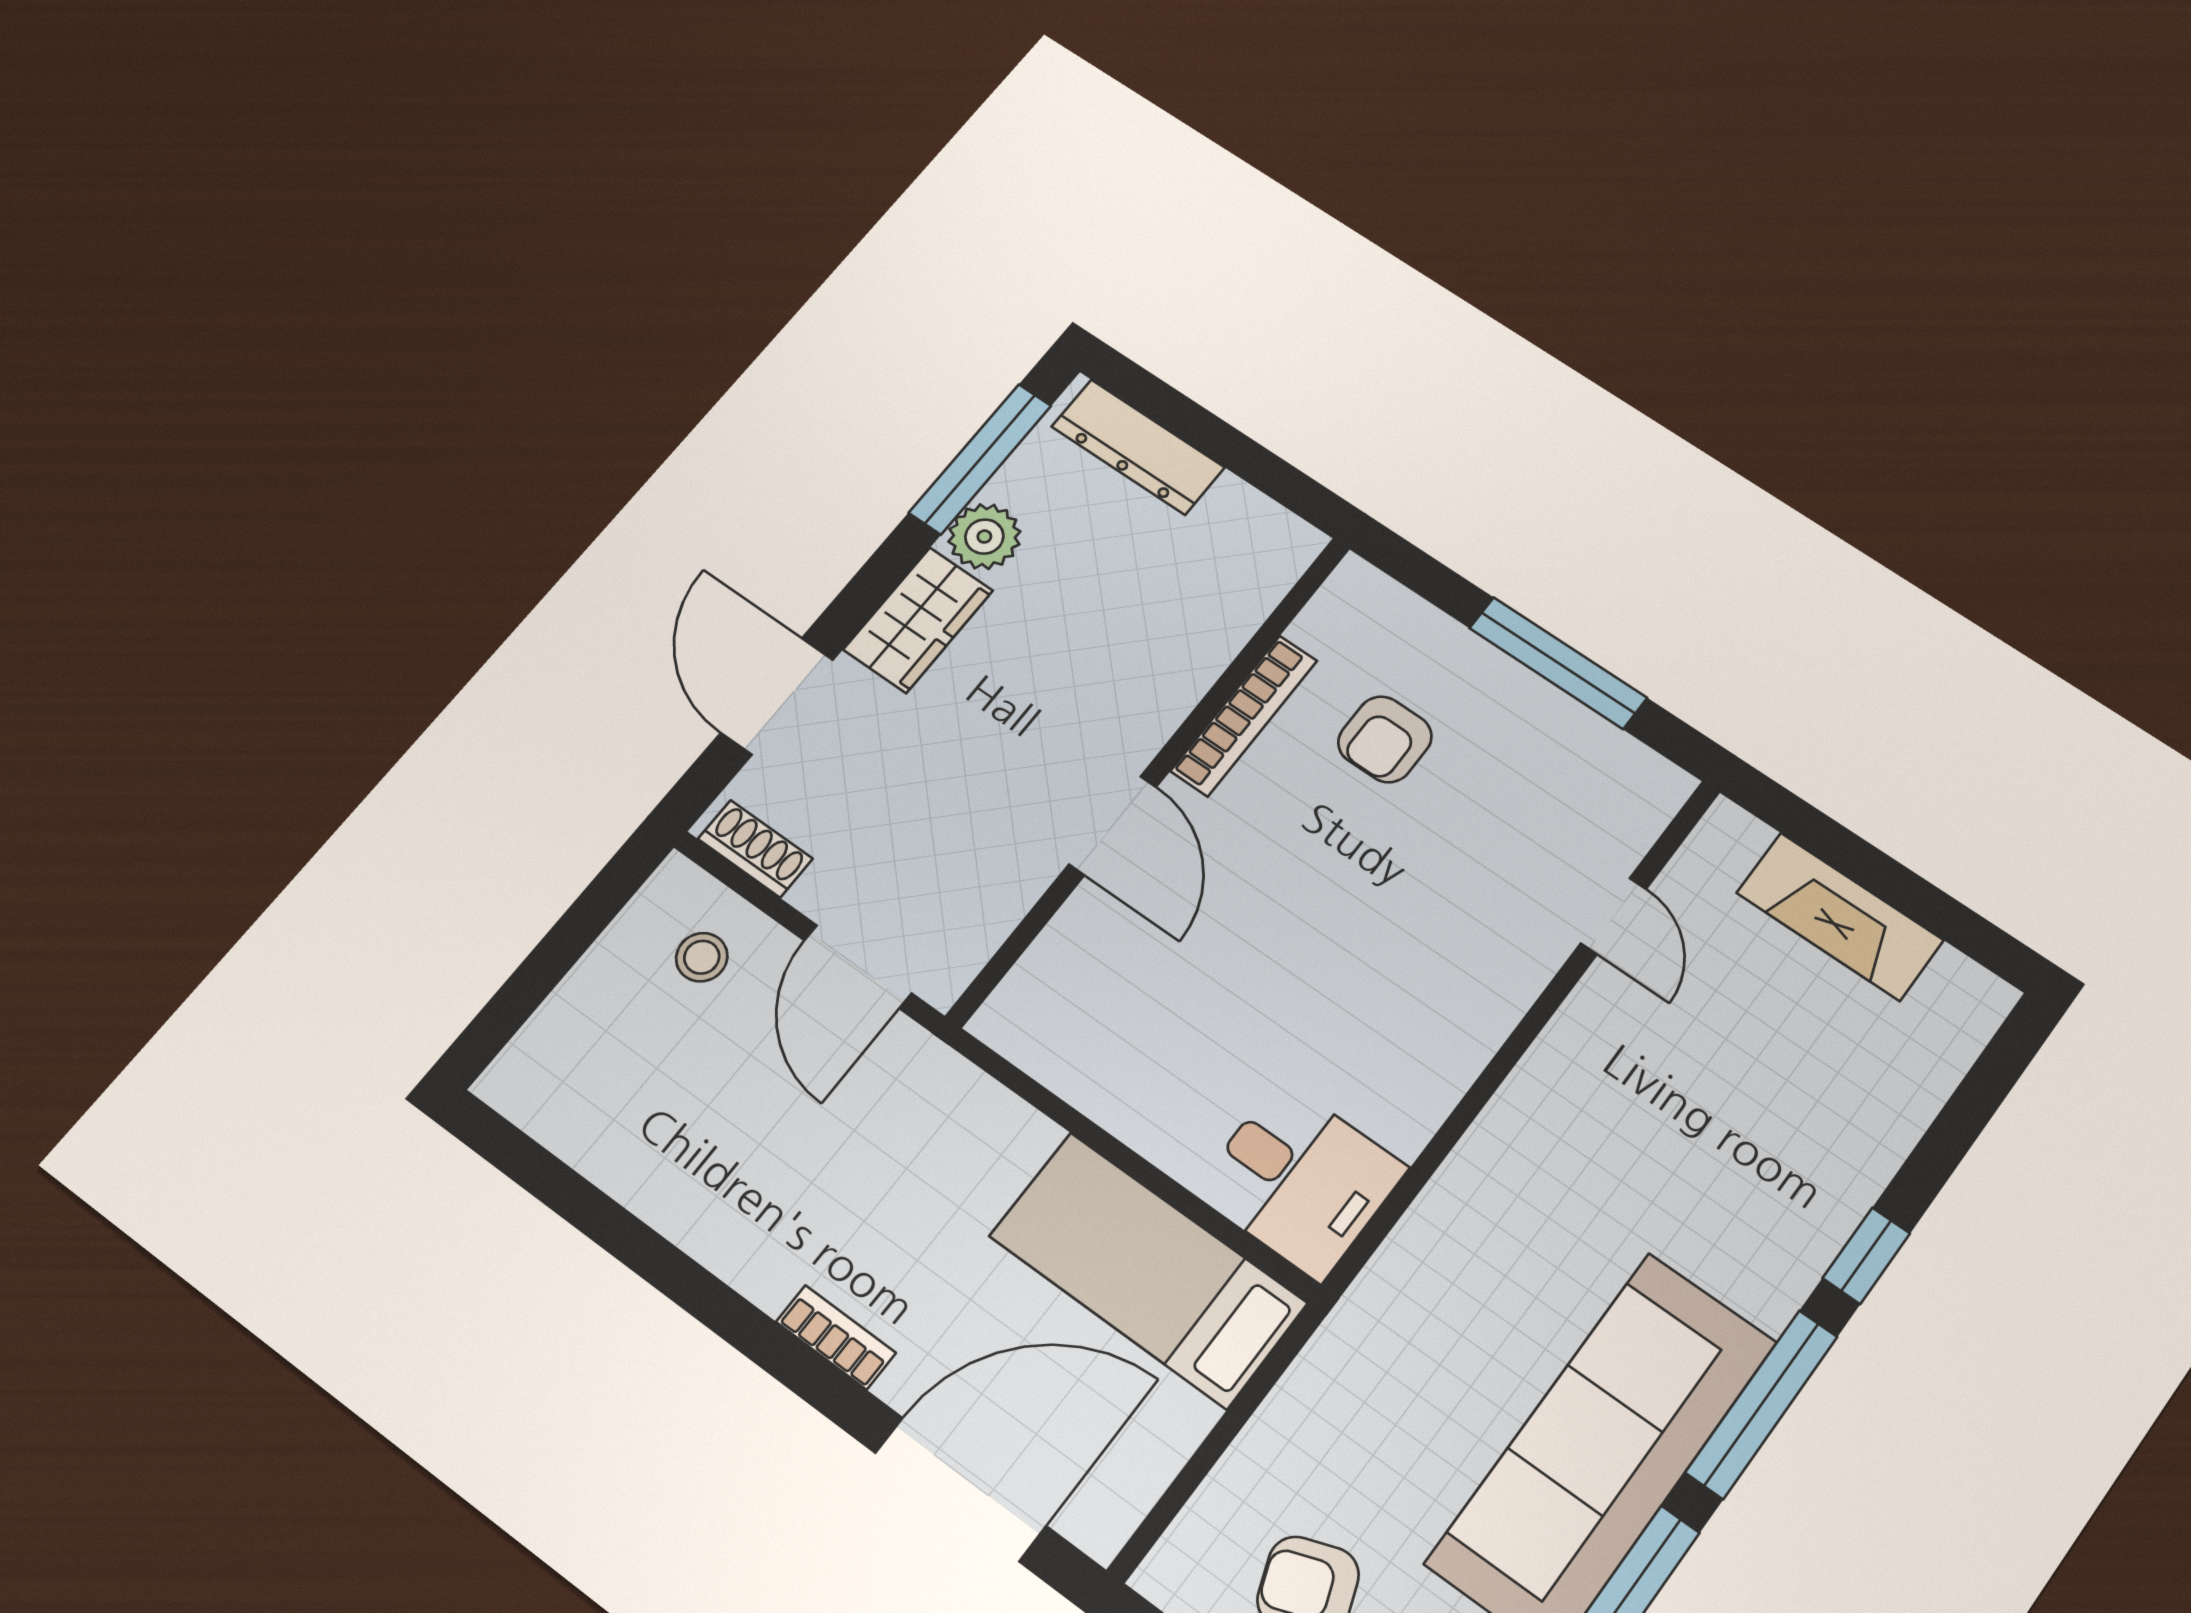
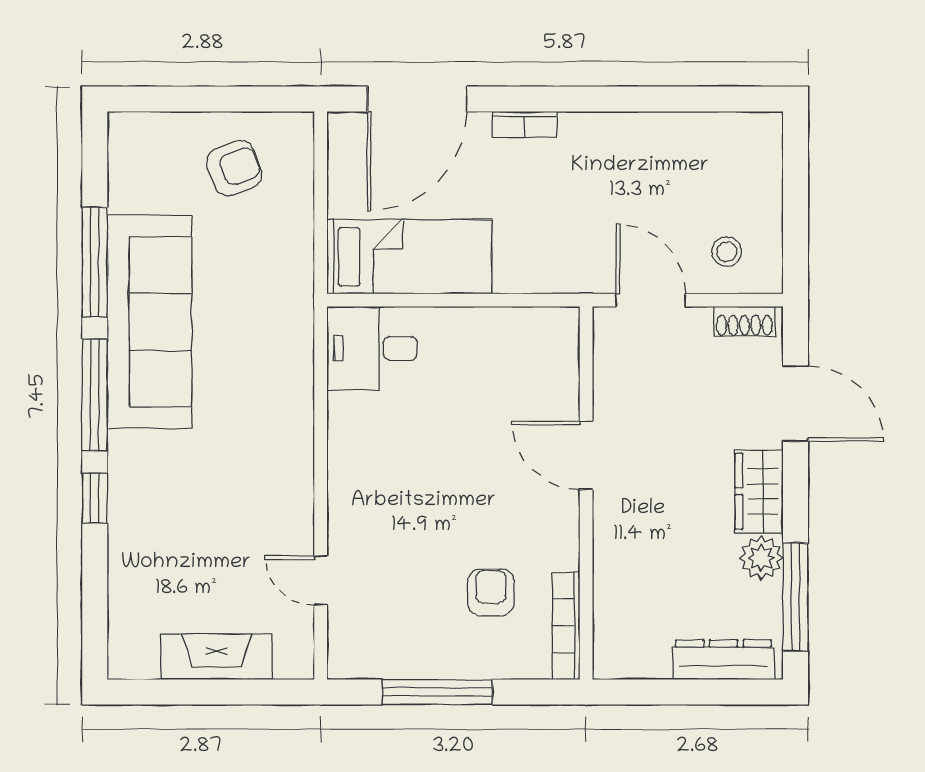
bookcase: (1244, 716) -> (566, 626), moved

